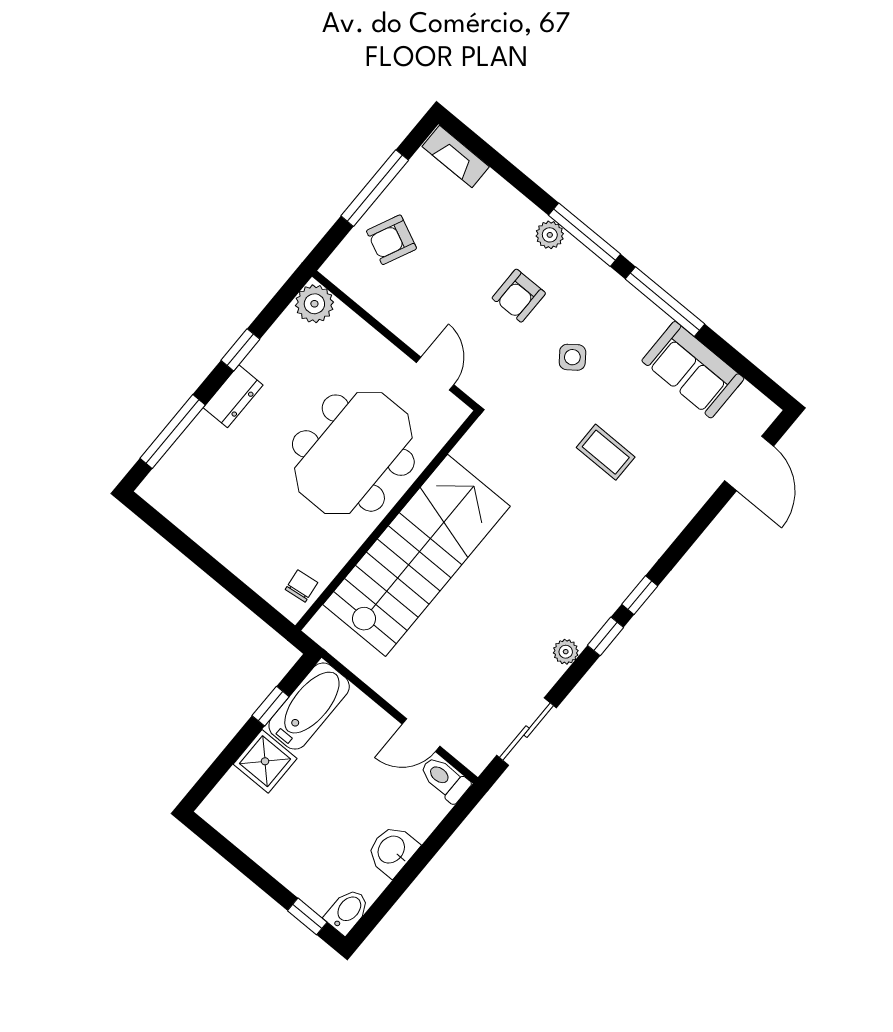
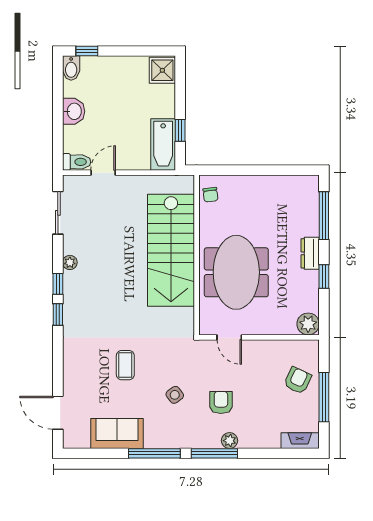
coffee table: (606, 452) -> (125, 365), turned 90
shower: (265, 761) -> (162, 70), moved

